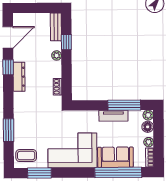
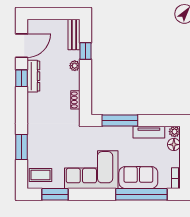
dresser: (19, 77) -> (33, 76), moved
window: (124, 105) -> (120, 121), moved
tv unit: (113, 116) -> (149, 132), moved
plant: (149, 142) -> (175, 161), removed

